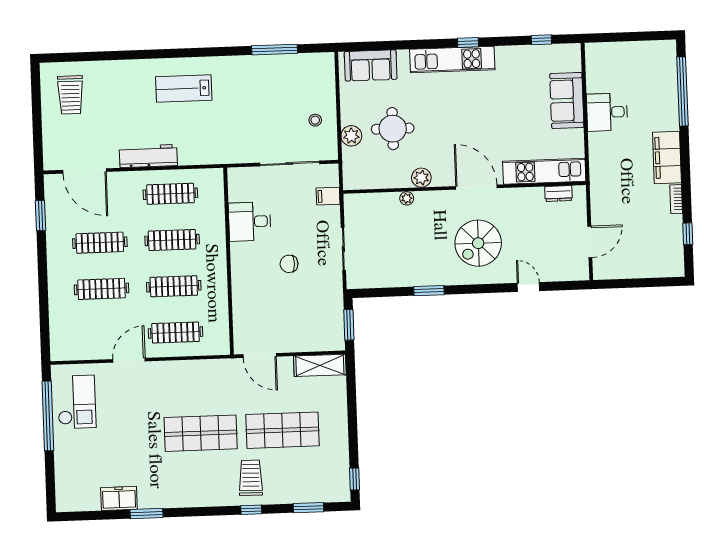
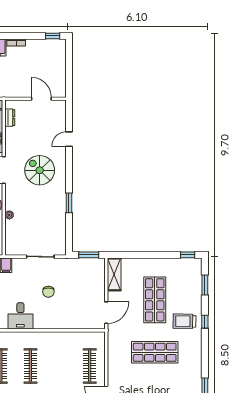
window: (688, 234) -> (53, 36), moved
spiral stairs: (478, 243) -> (40, 170), turned 180
clothes rail: (174, 286) -> (60, 366), removed
shop shelf: (201, 433) -> (155, 352), turned 90

